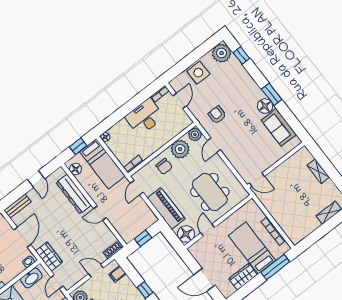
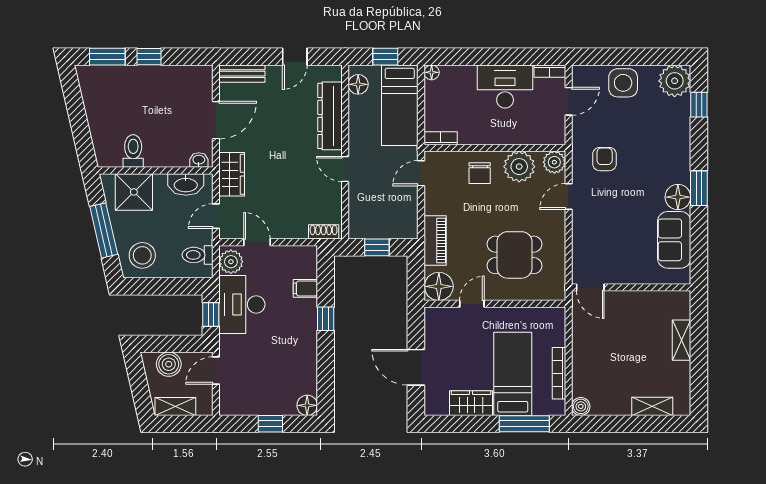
dining table: (210, 192) -> (515, 255), width x0.73
piano: (166, 208) -> (435, 240), width x0.73, depth x0.75
boiler: (295, 239) -> (581, 406), added
door: (96, 271) -> (257, 242), moved
filing cabinet: (117, 274) -> (305, 288), moved

